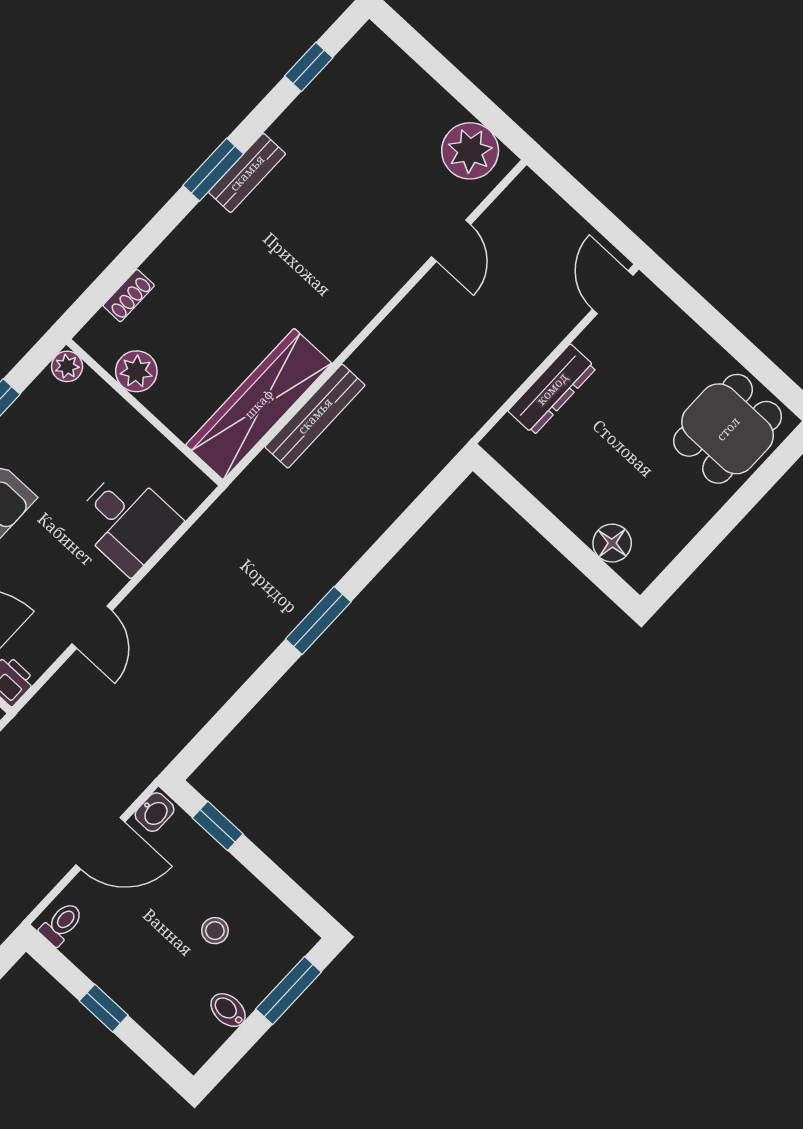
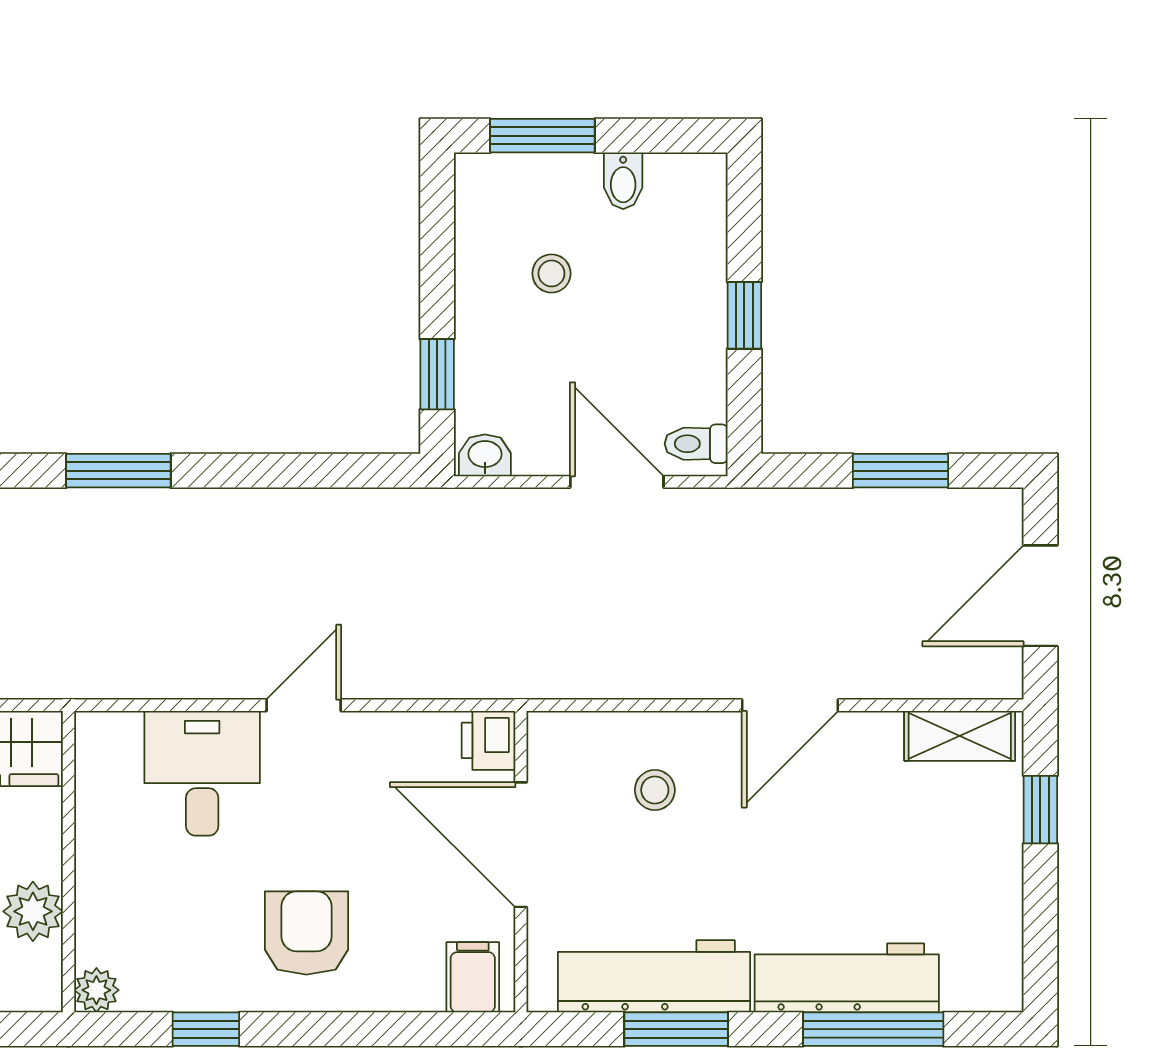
door: (92, 627) -> (304, 705), moved
door: (100, 843) -> (617, 482), moved

